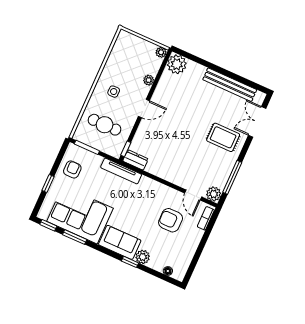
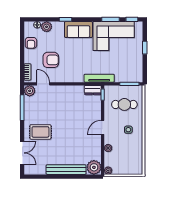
bench: (230, 85) -> (66, 170), moved
armchair: (72, 169) -> (31, 43), moved
plant: (143, 257) -> (47, 27), moved

